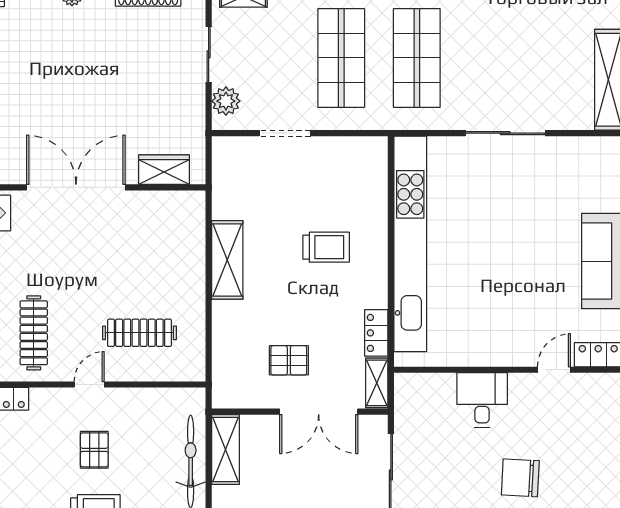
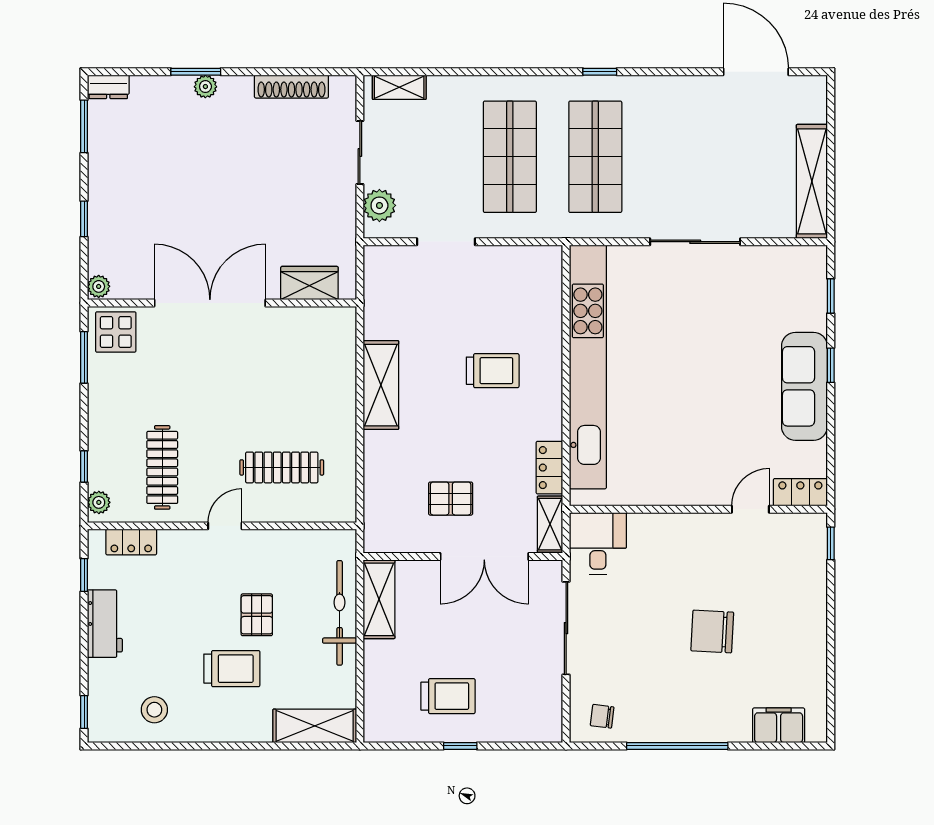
desk: (482, 400) -> (598, 543), moved
pallet: (94, 450) -> (257, 615), moved

